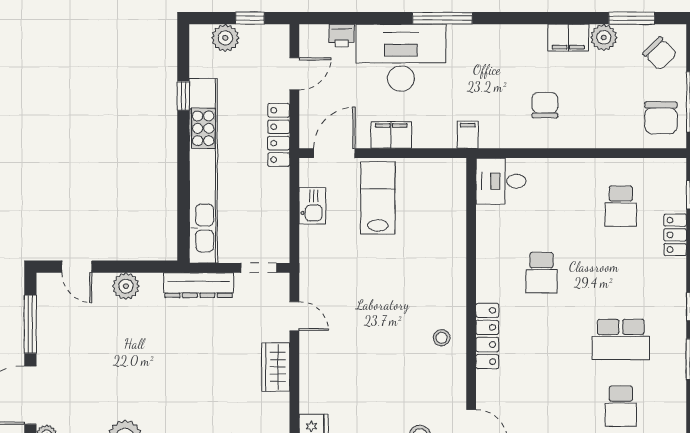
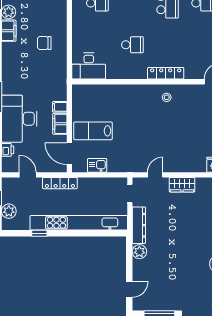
filing cabinet: (468, 135) -> (60, 107), moved
desk: (501, 181) -> (89, 66), width x1.37
plant: (126, 286) -> (139, 252), moved

